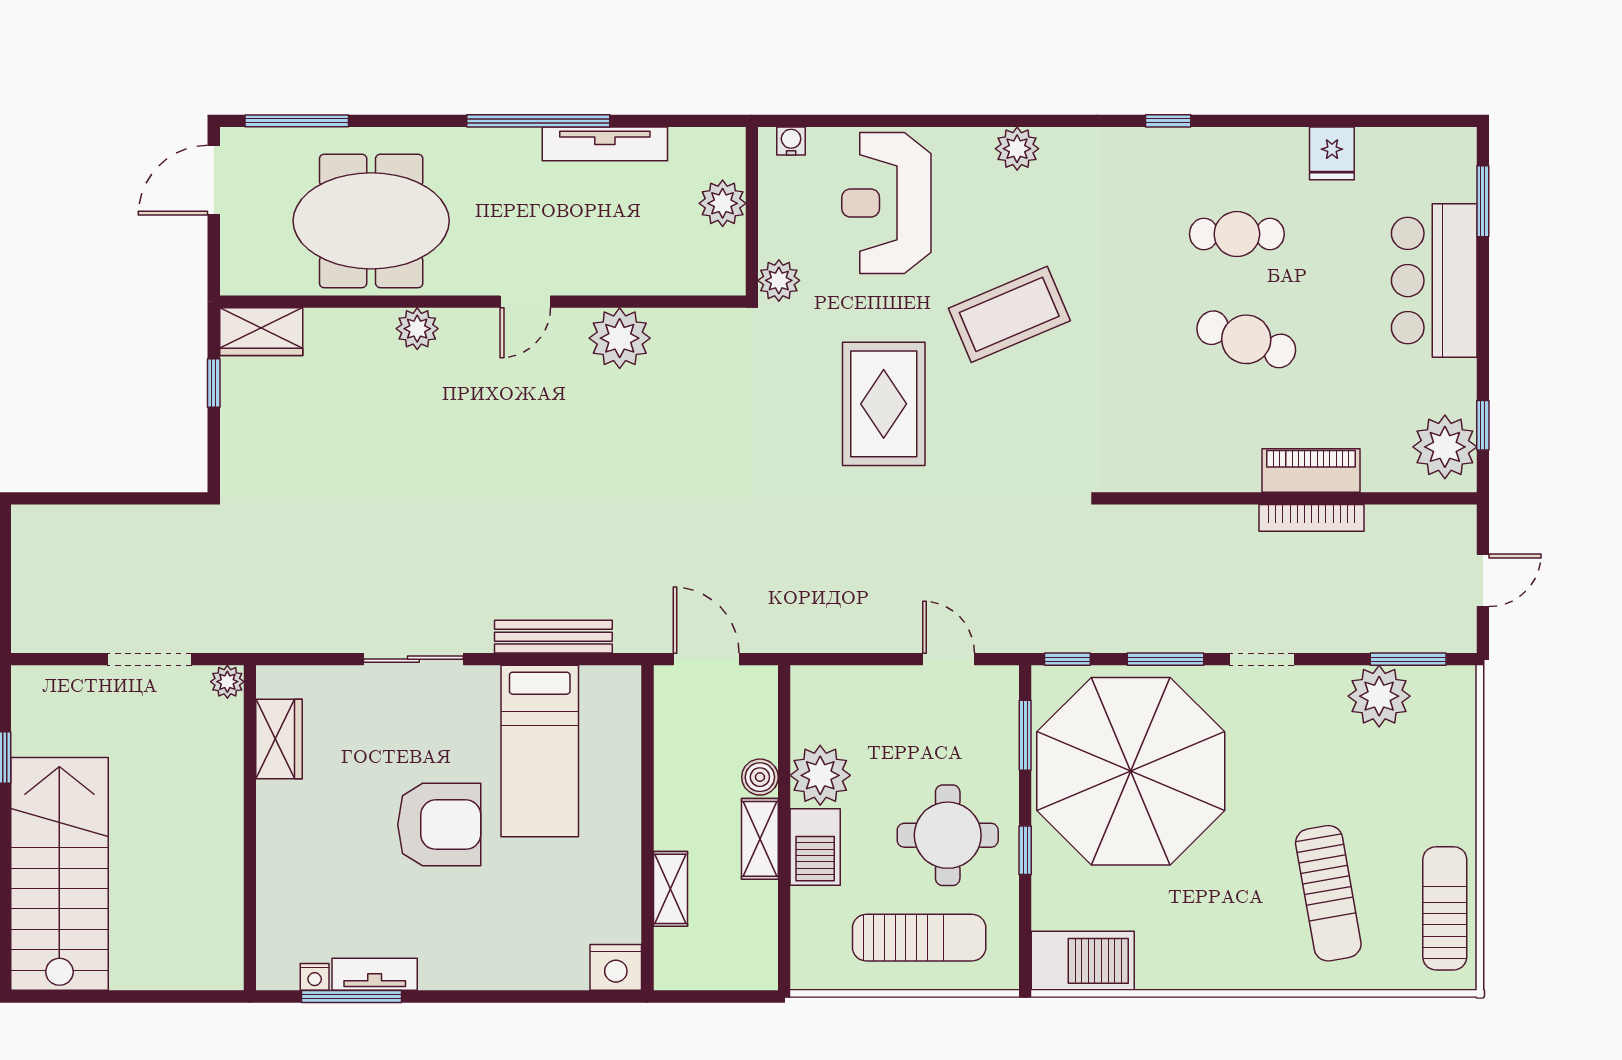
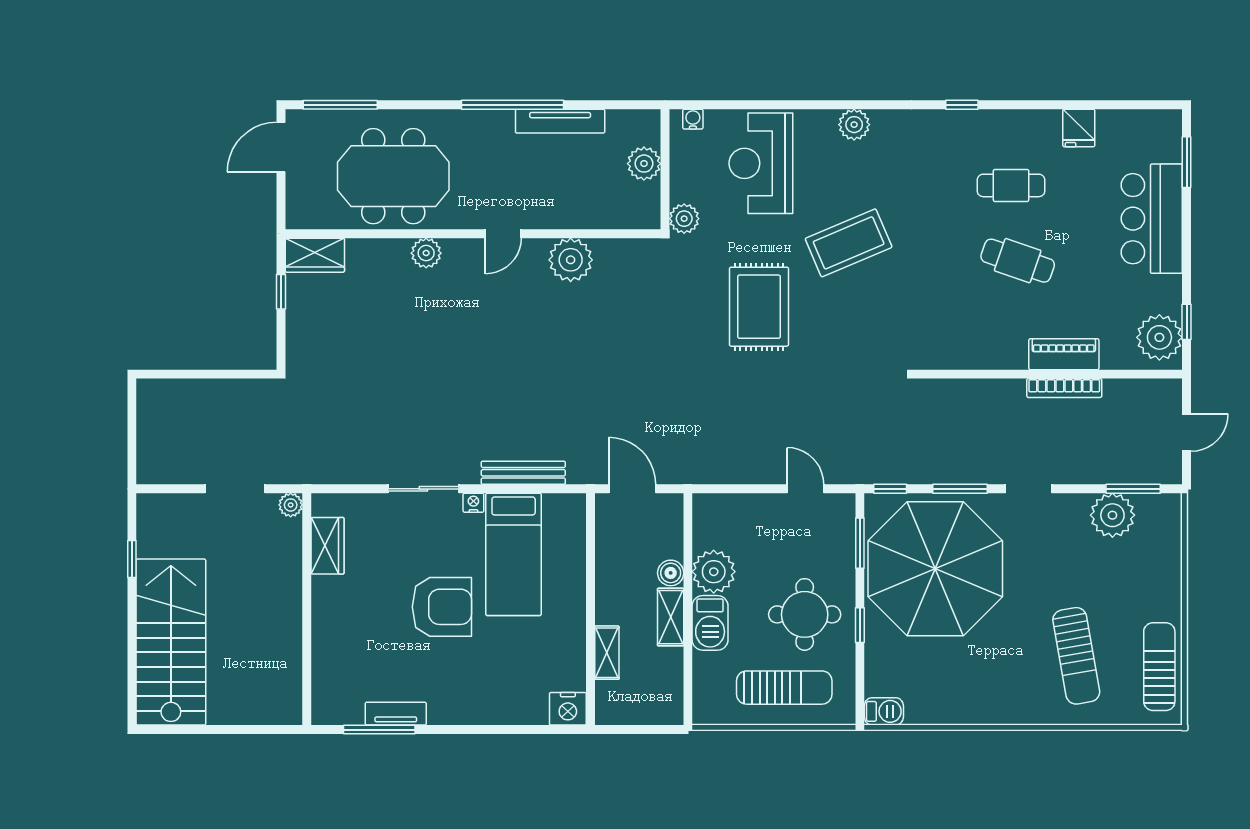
barbecue: (1083, 961) -> (884, 711), width x0.53, depth x0.65
nightstand: (315, 977) -> (473, 503), moved, turned 180

